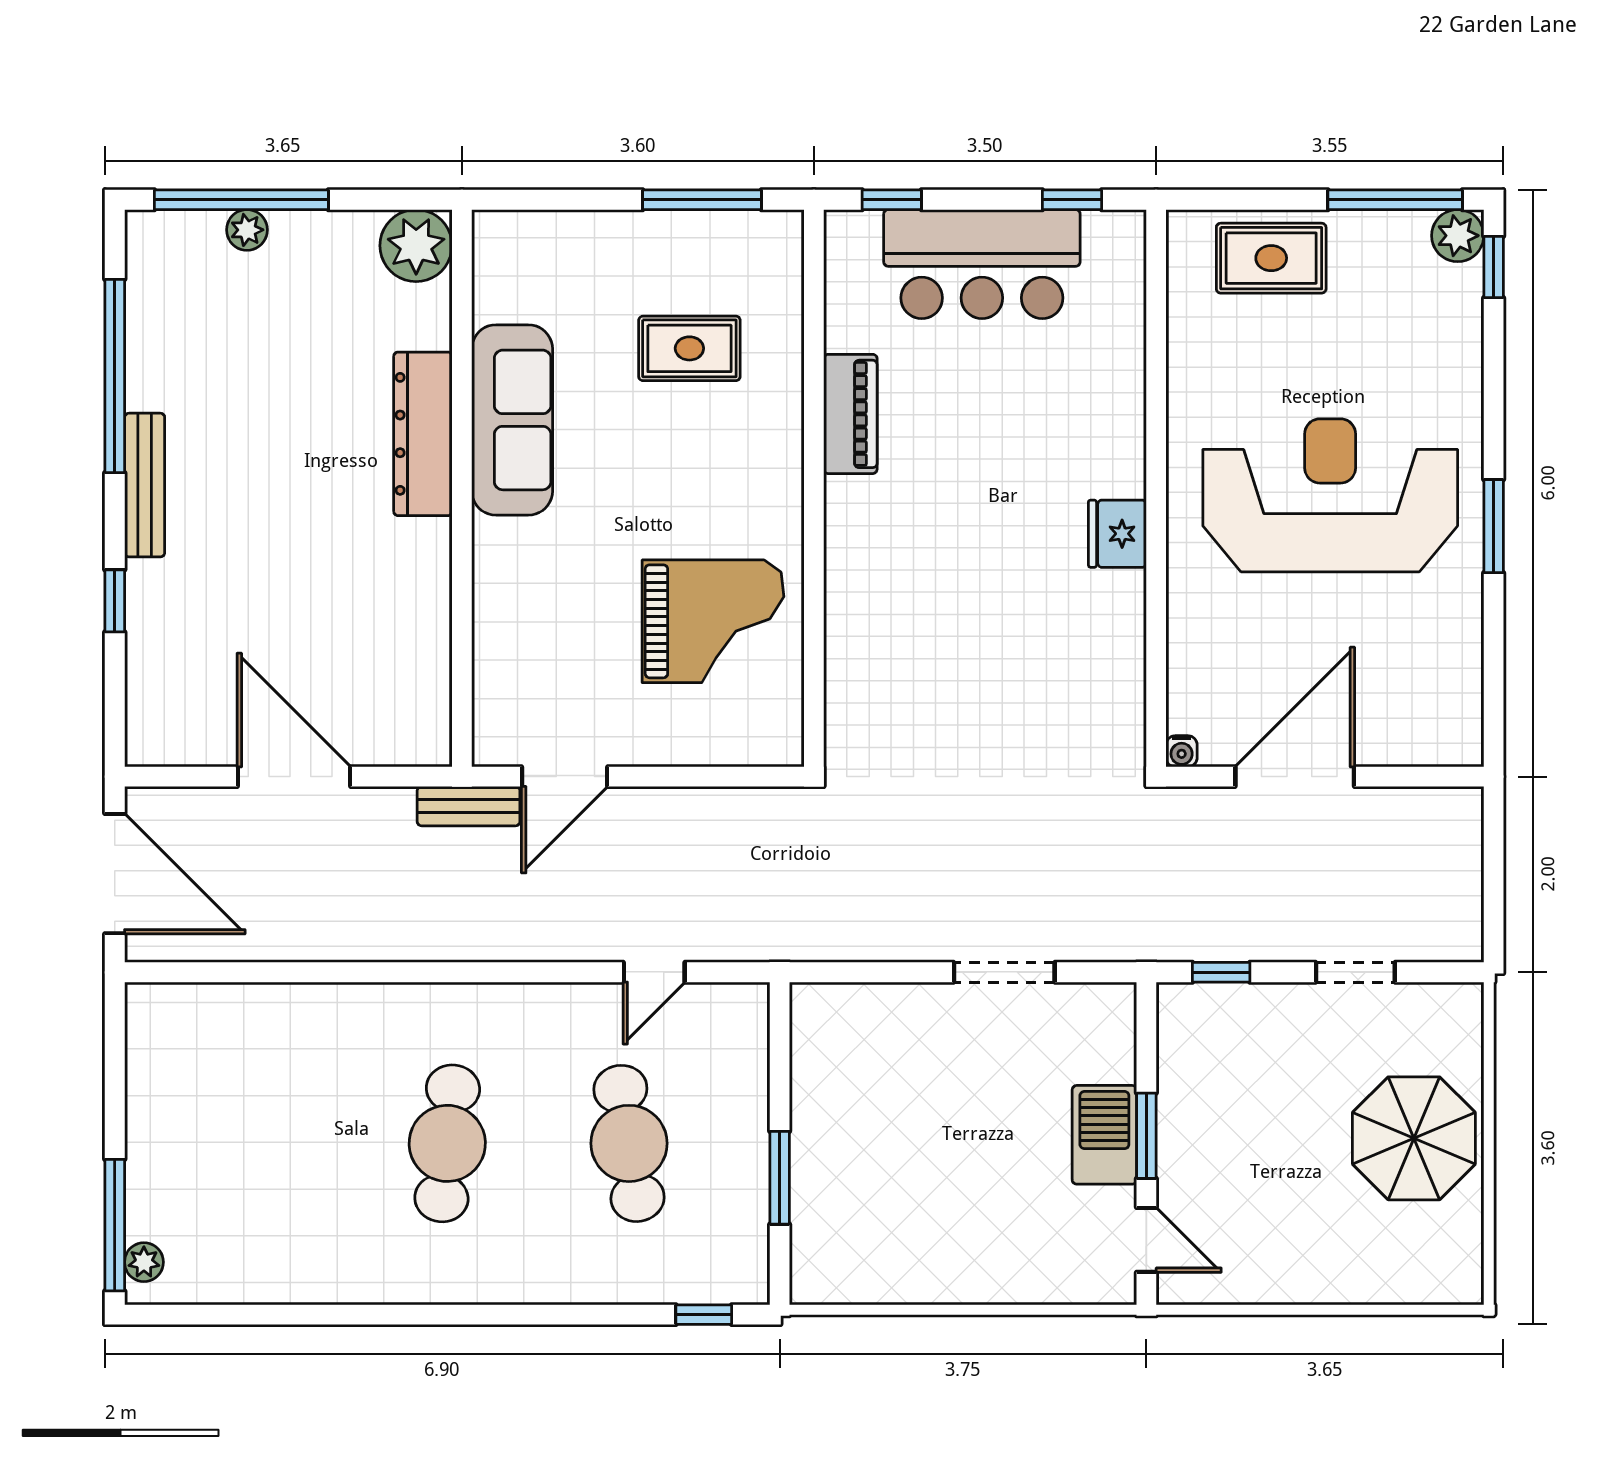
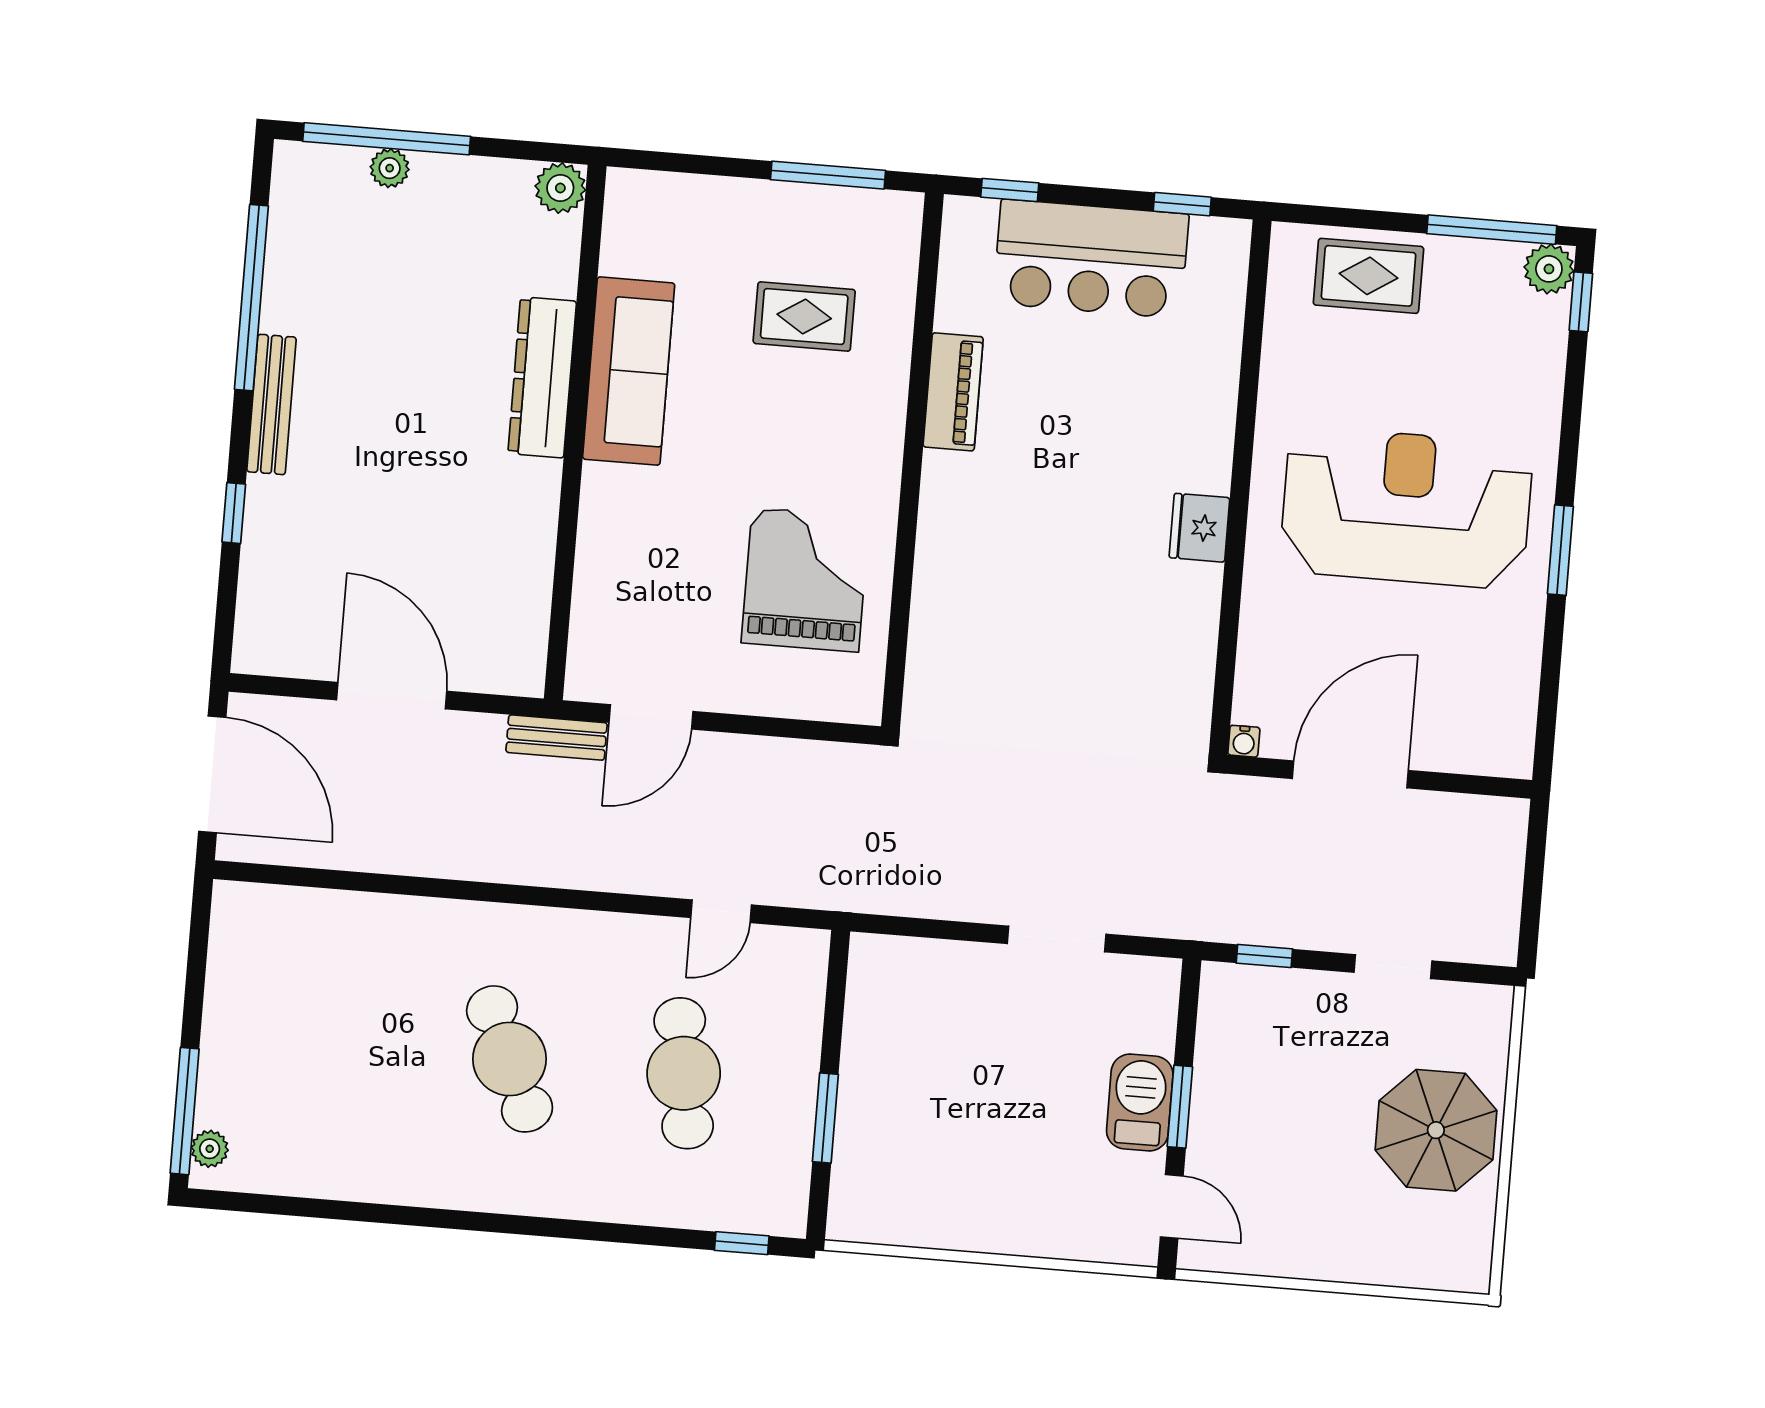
plant: (416, 246) -> (560, 188), width x0.73, depth x0.73
grand piano: (713, 621) -> (805, 580), turned -90
cafe table: (447, 1143) -> (510, 1059), turned -30

